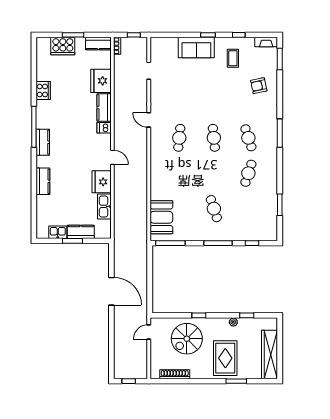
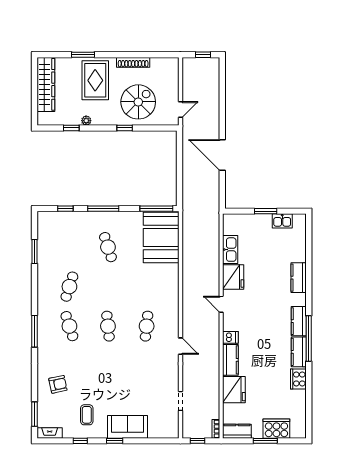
booth: (161, 217) -> (161, 237), width x1.36, depth x1.42
kitchen counter: (81, 232) -> (299, 352), moved, turned 90
shoe rack: (175, 374) -> (133, 62), moved

